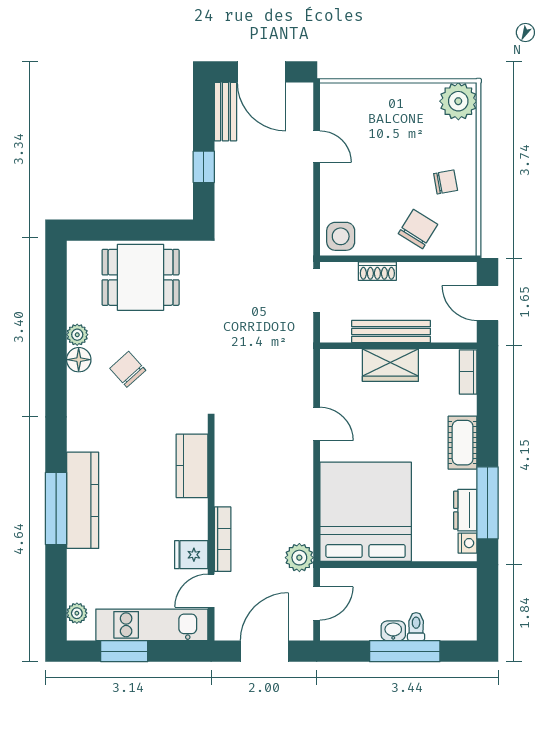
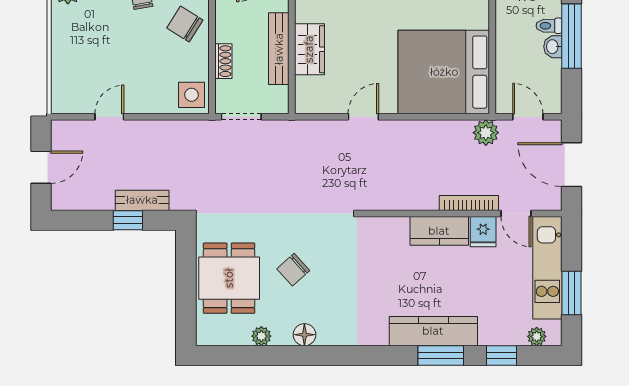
door: (262, 72) -> (41, 167), width x0.73
bench: (225, 112) -> (142, 200), moved
plant: (77, 335) -> (261, 336), moved
chair: (128, 369) -> (293, 270), moved
kitchen counter: (192, 466) -> (439, 231), moved
window: (56, 508) -> (441, 356), width x0.69
window: (56, 575) -> (501, 356), added

